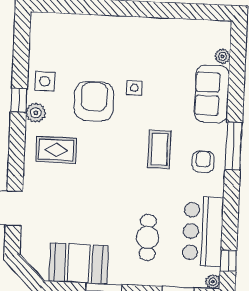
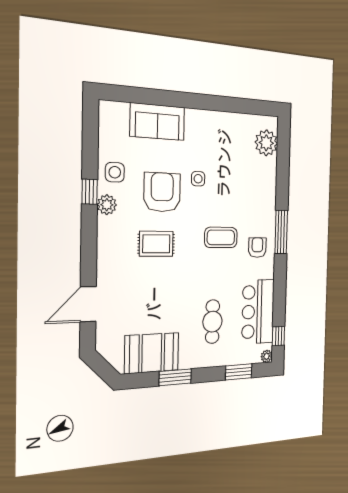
plant: (223, 56) -> (266, 143), width x1.88, depth x1.88
sofa: (212, 94) -> (157, 122), moved, turned -90
coffee table: (159, 149) -> (221, 237), turned 90
rug: (56, 150) -> (156, 244), moved

